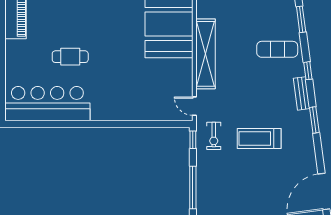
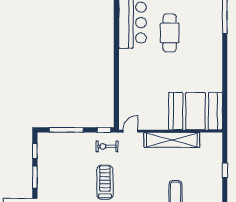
cafe table: (70, 57) -> (170, 33), width x1.37, depth x1.35

